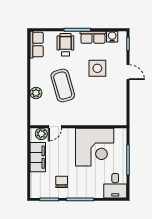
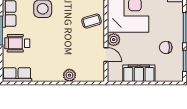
coffee table: (63, 86) -> (92, 21), moved, width x0.54, depth x0.58
plant: (41, 134) -> (114, 40), moved

